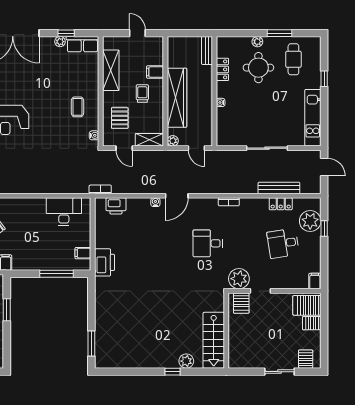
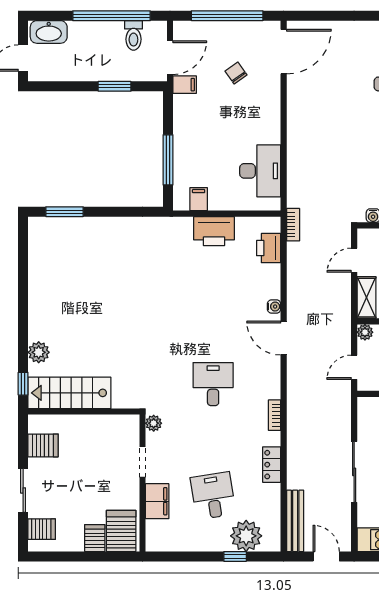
door: (324, 167) -> (326, 556), swing flipped
bench: (279, 188) -> (295, 521), moved
locker: (281, 204) -> (272, 465), moved
printer: (105, 262) -> (214, 231), moved
plant: (239, 279) -> (154, 423), width x0.53, depth x0.53
filing cabinet: (315, 281) -> (157, 501), moved, width x2.00
server rack: (241, 303) -> (43, 445), moved, turned 180
window: (172, 372) -> (23, 384), moved

